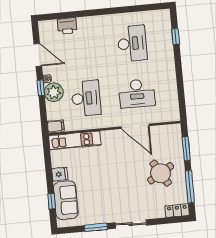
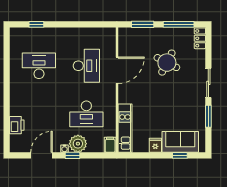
desk: (86, 98) -> (86, 114), turned 180
round table: (161, 173) -> (167, 63), moved, turned -32

